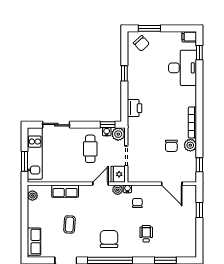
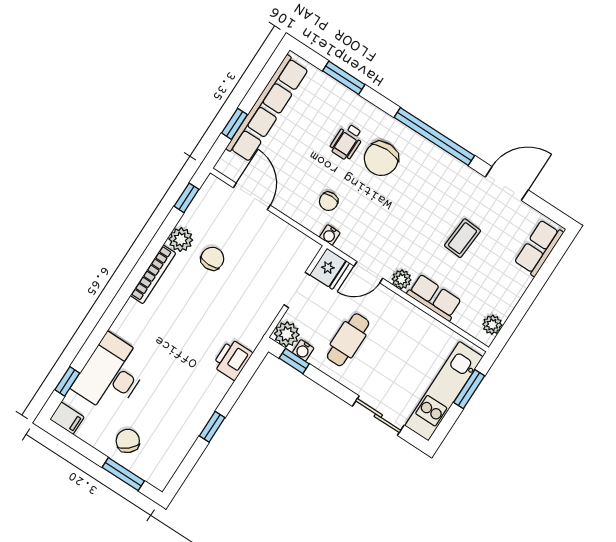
chair: (141, 43) -> (128, 441), moved
plant: (118, 190) -> (402, 279), moved
row of seats: (190, 226) -> (267, 109), added
chair: (109, 239) -> (381, 159), moved

